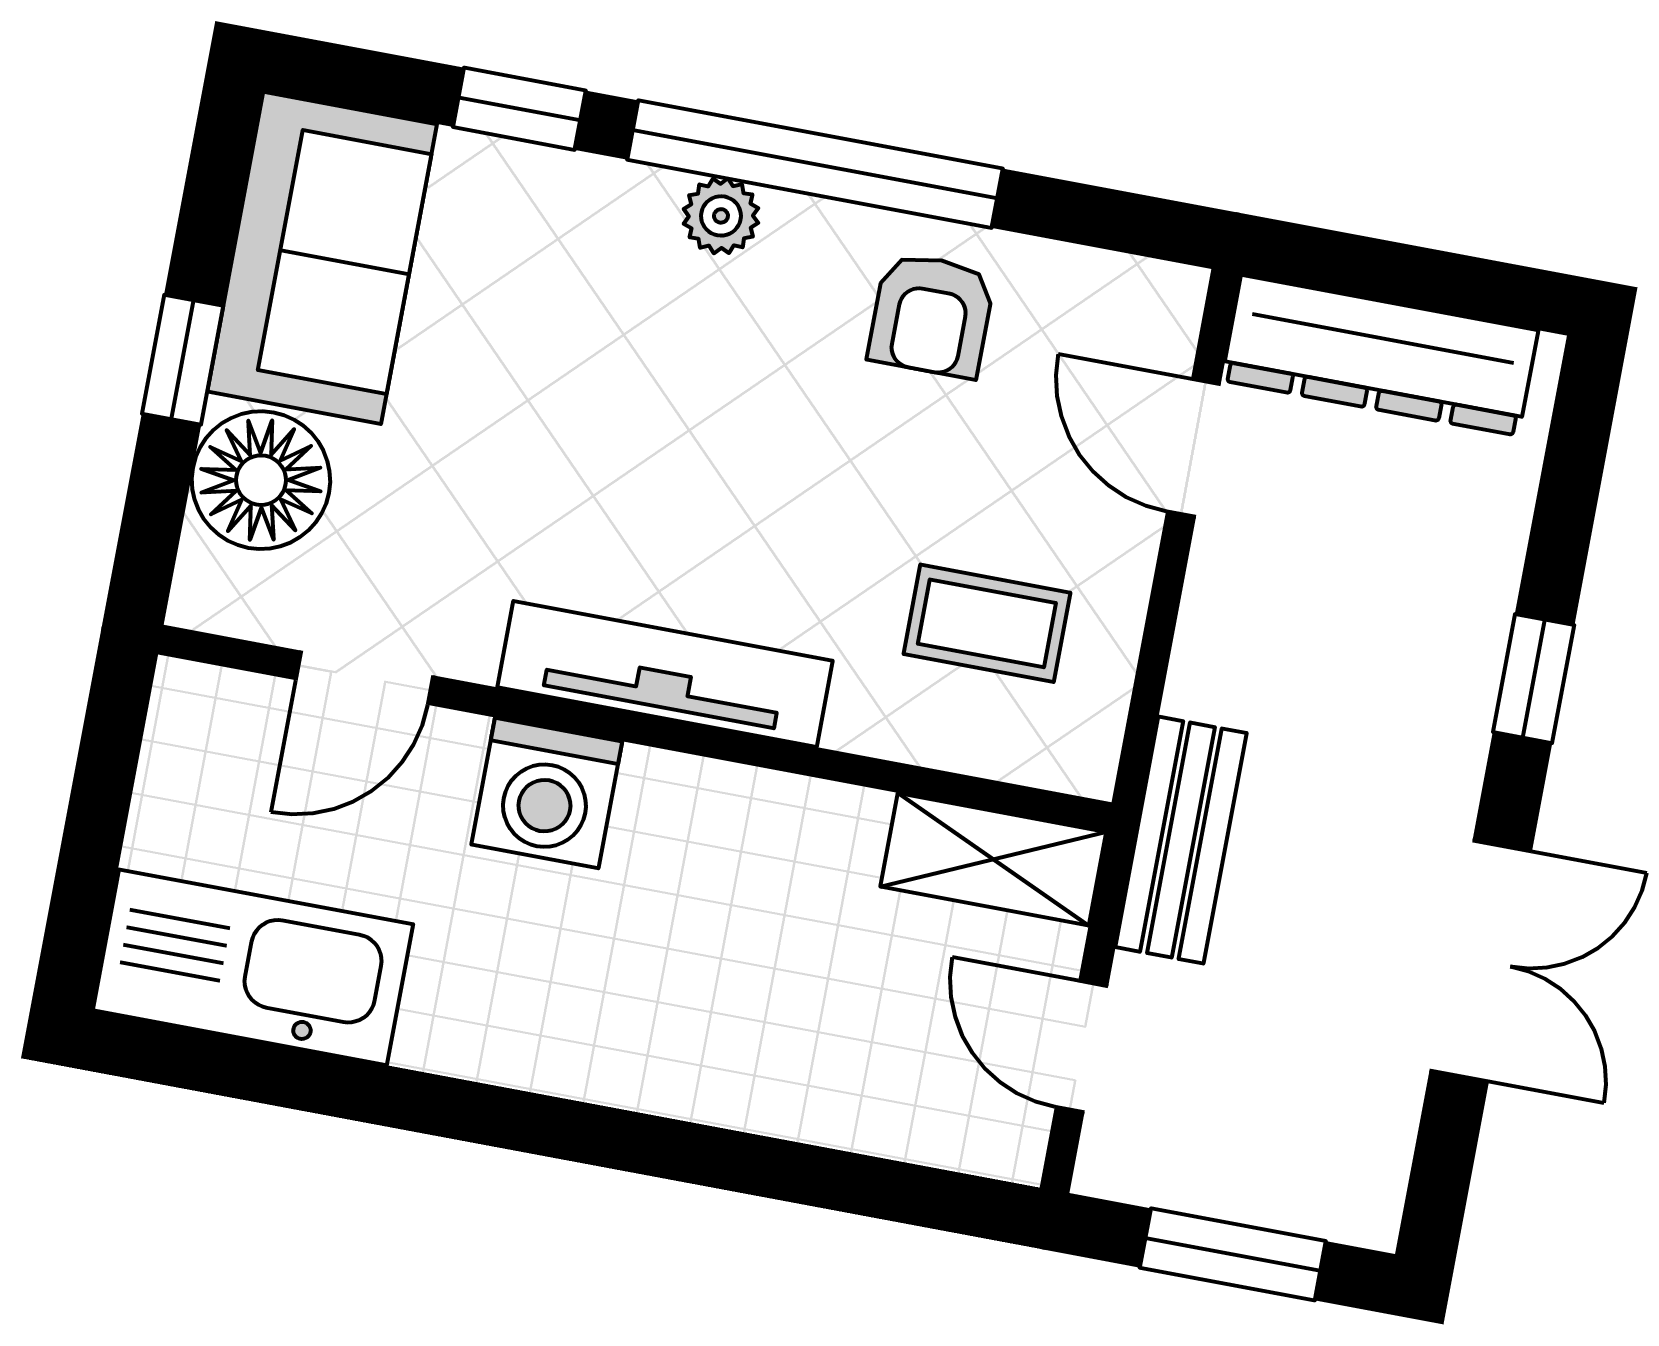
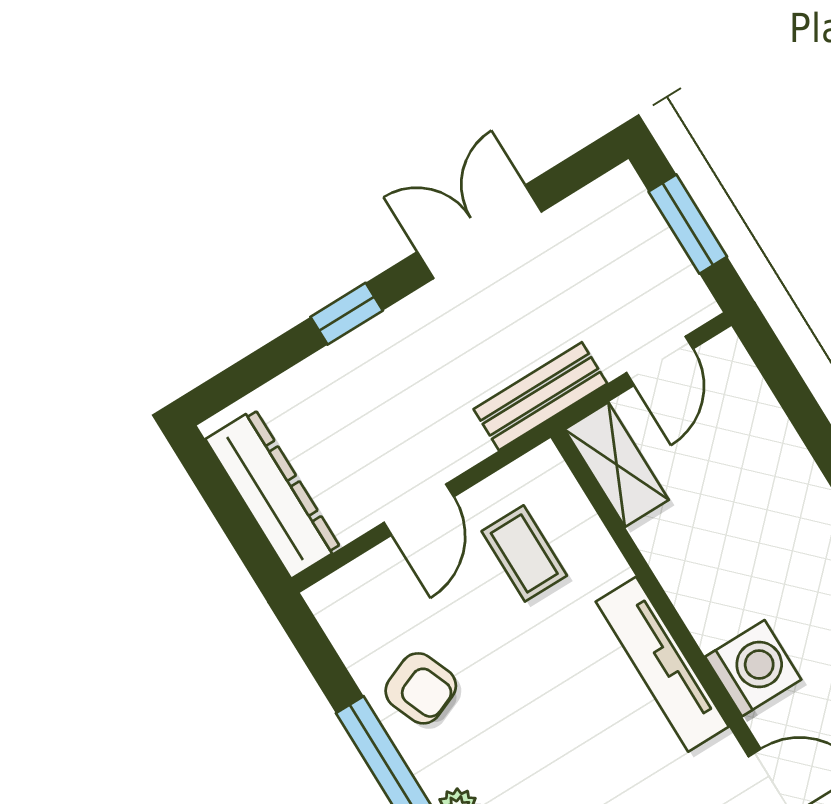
armchair: (931, 315) -> (421, 688), turned 68
door: (1193, 448) -> (419, 510), moved

